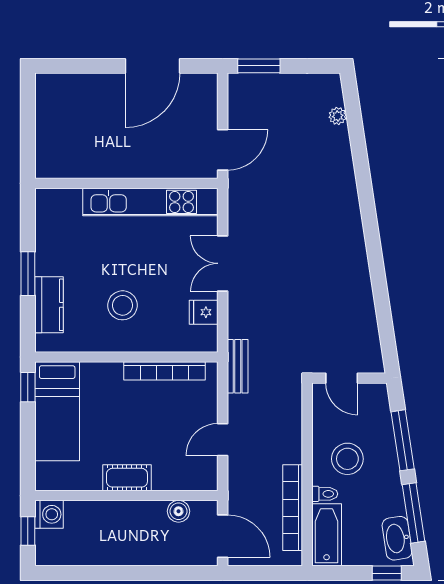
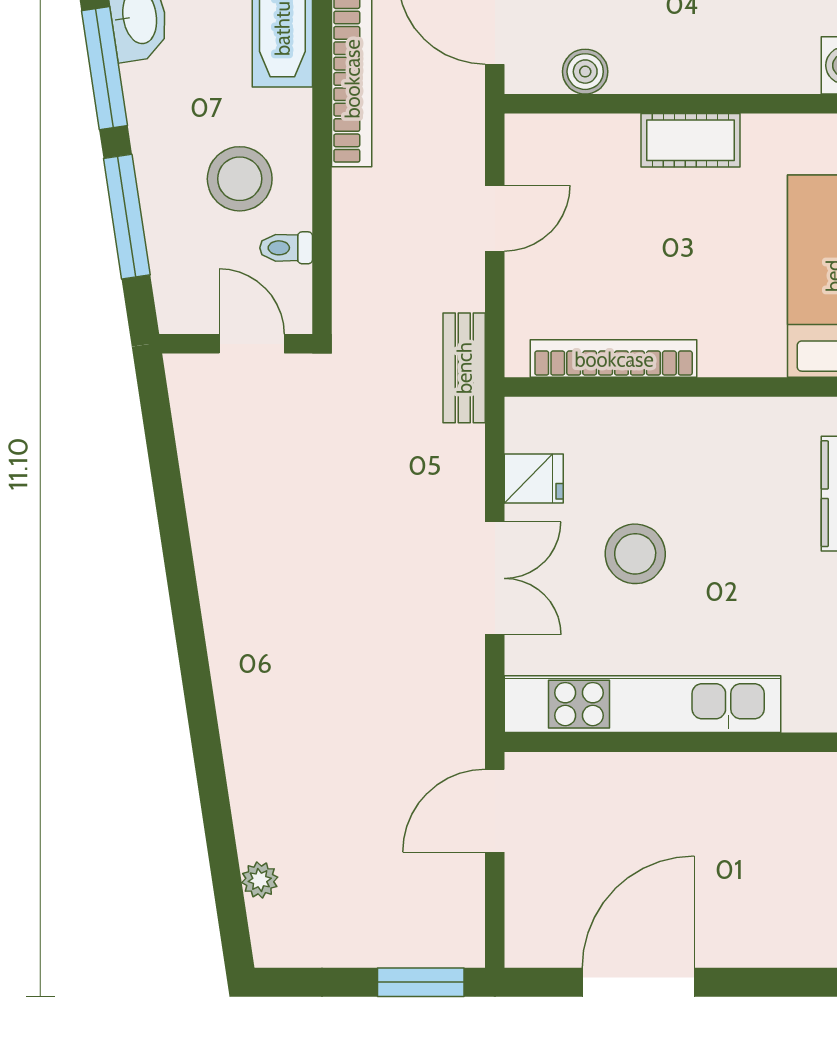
stool: (123, 305) -> (635, 554), moved
toilet: (325, 494) -> (286, 248), moved

